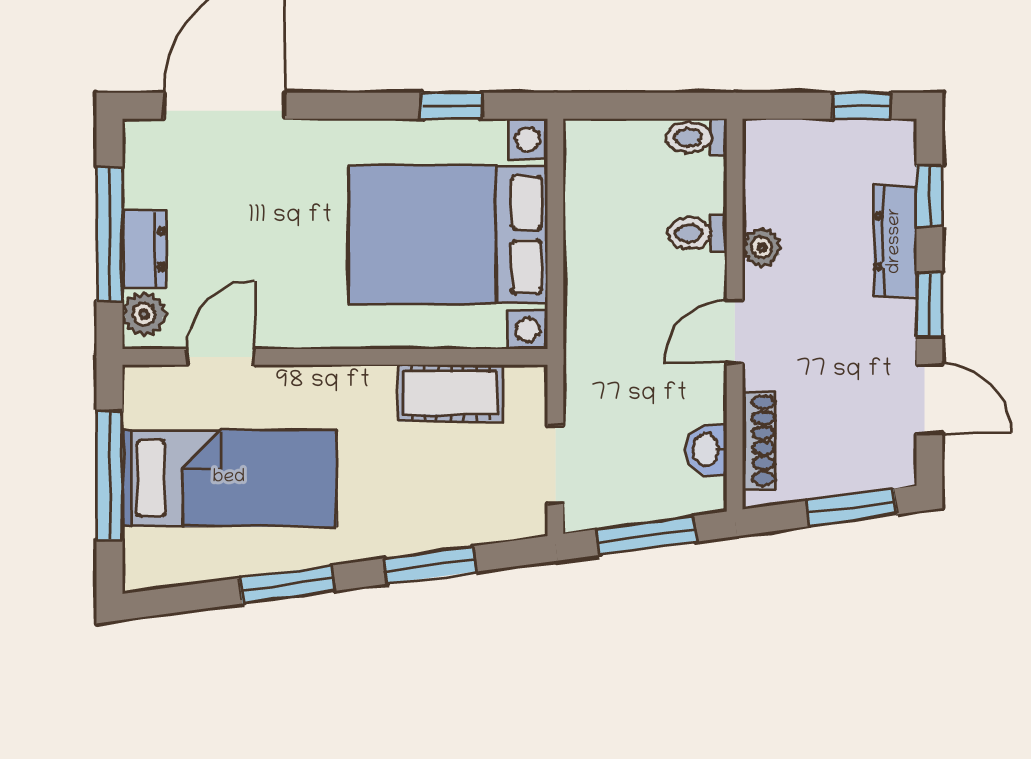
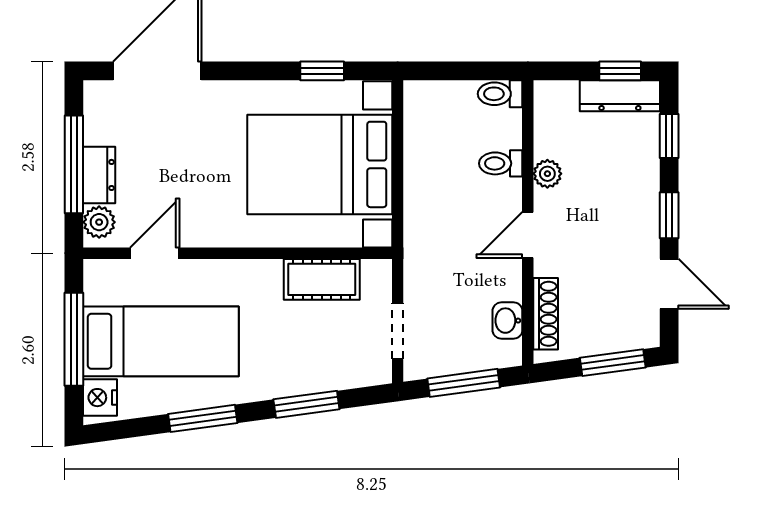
dresser: (895, 241) -> (620, 96), moved, turned -90
nightstand: (145, 556) -> (100, 398), added

